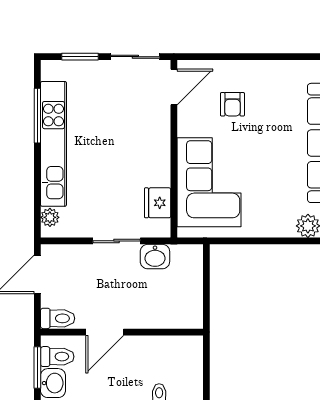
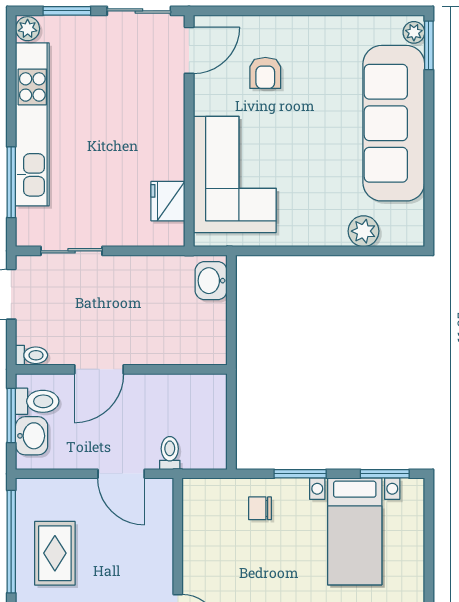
window: (37, 116) -> (11, 182), moved
plant: (50, 217) -> (28, 29), moved
sliding door: (117, 241) -> (71, 251), moved
washbasin: (155, 257) -> (211, 281), moved, turned 90
toilet: (58, 318) -> (32, 355), width x0.73, depth x0.72

